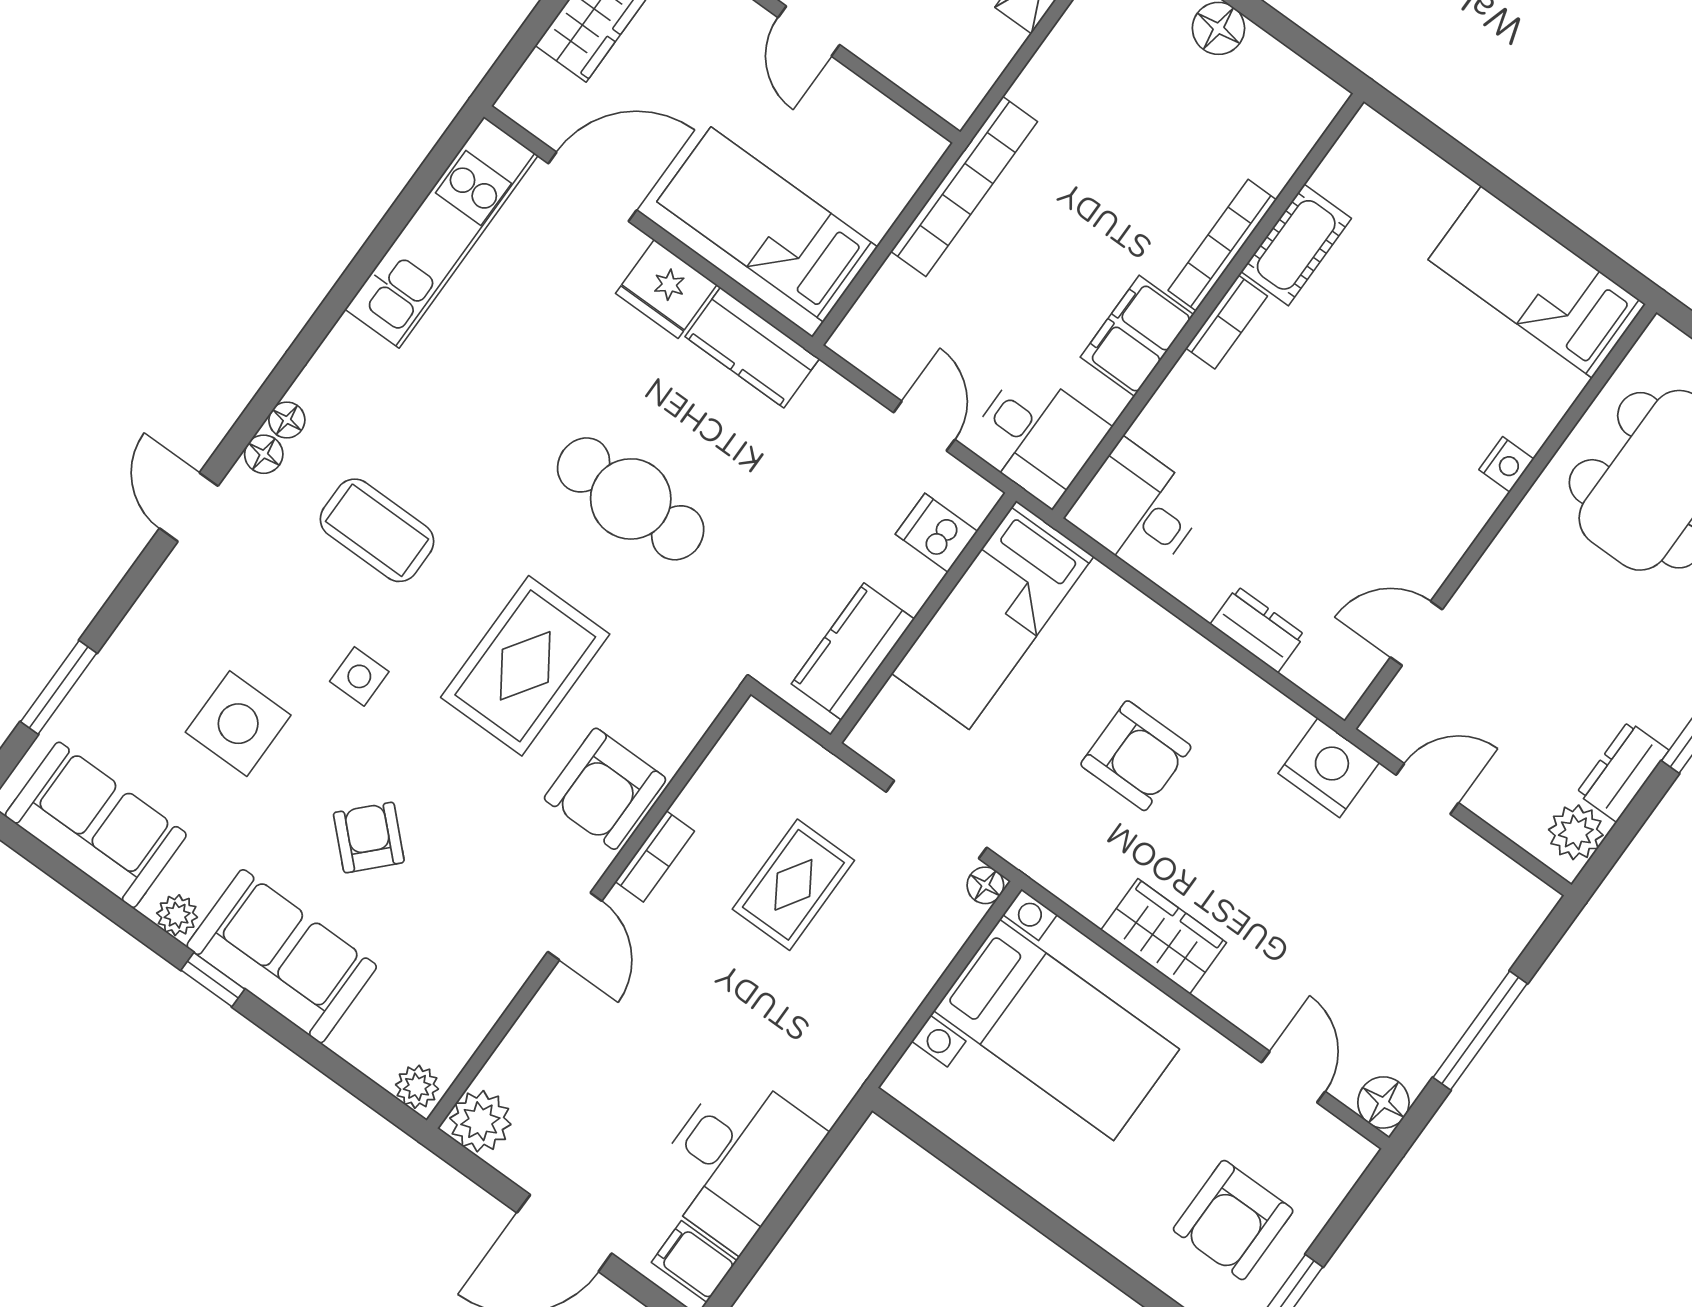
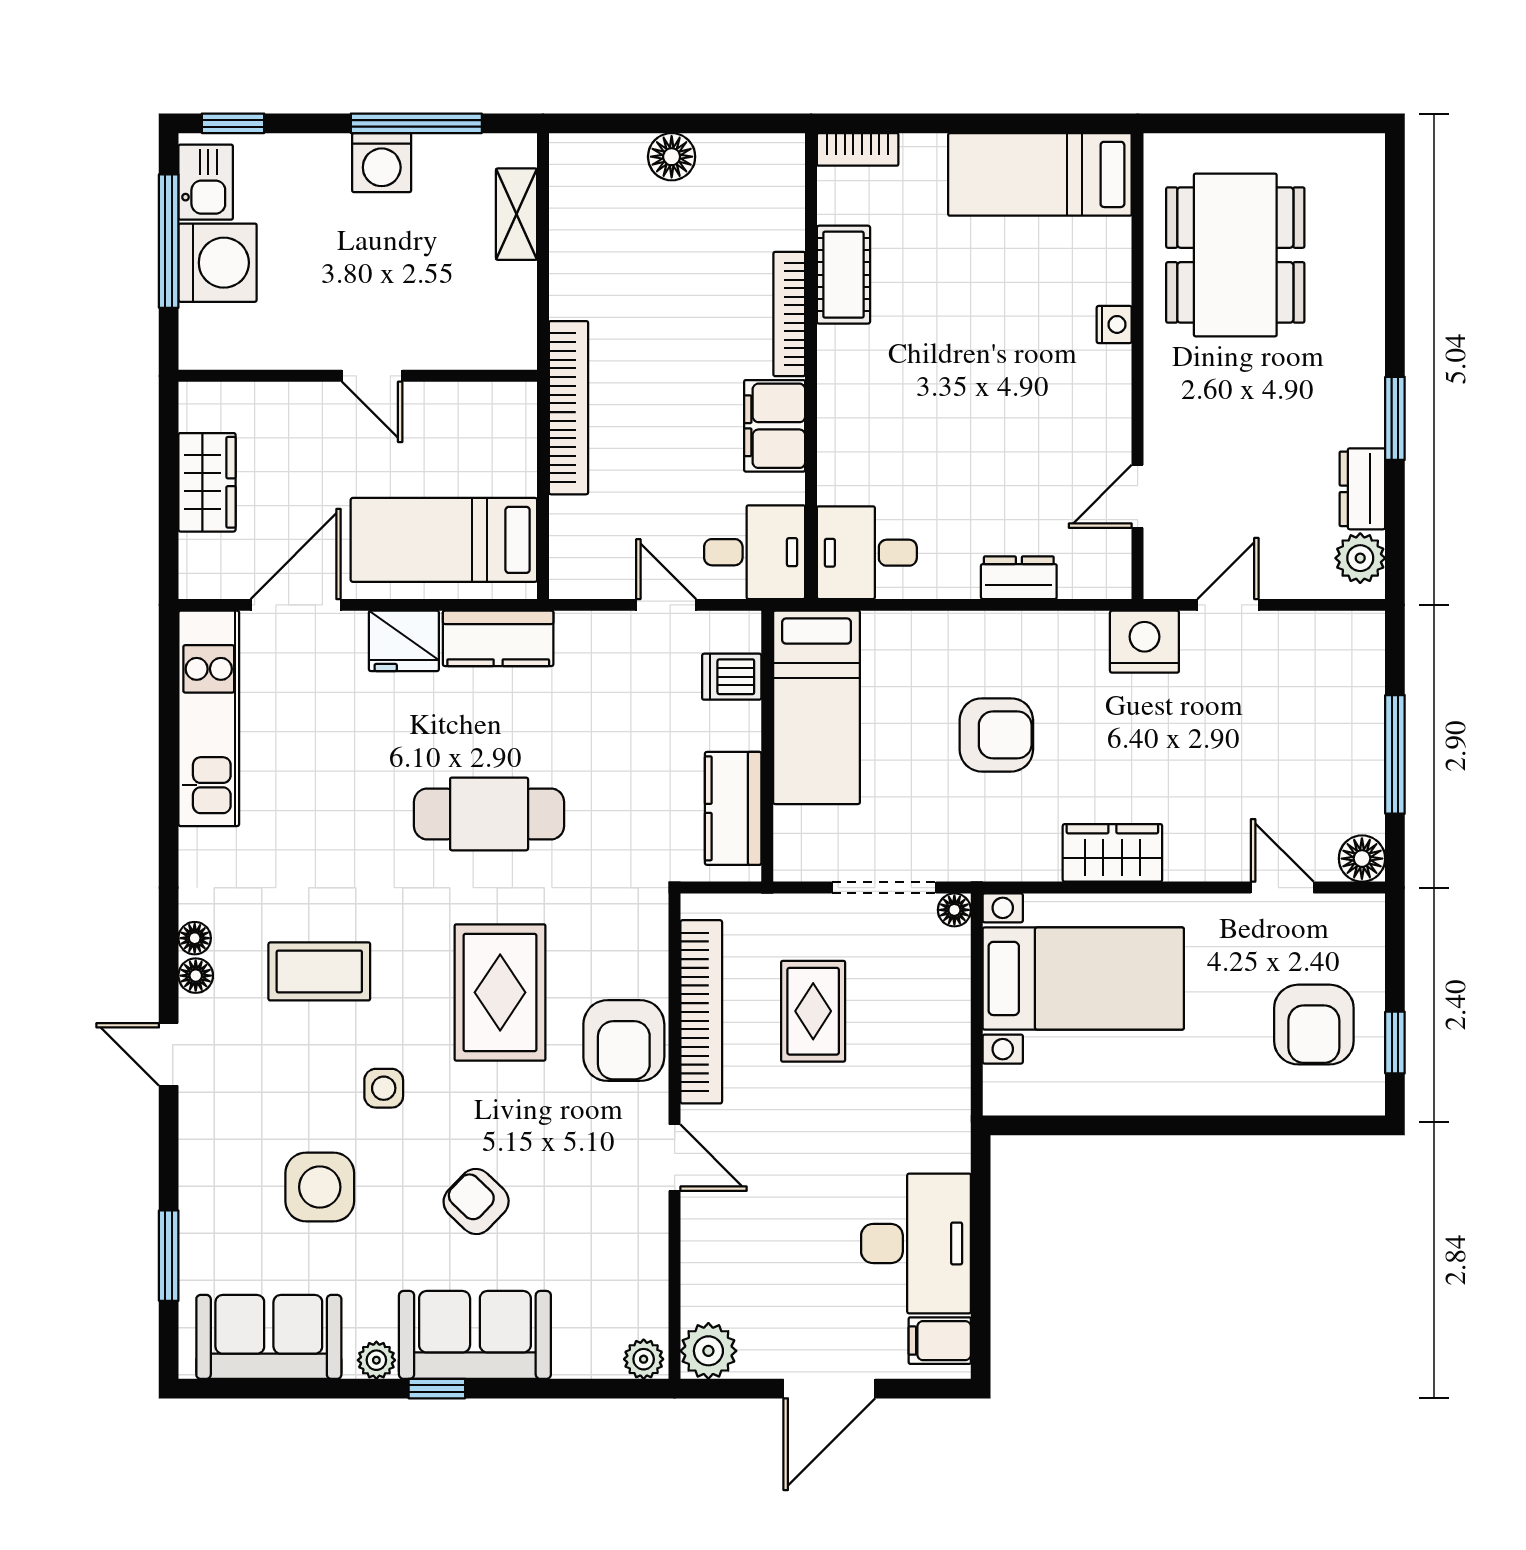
bookcase: (1227, 322) -> (858, 149), moved, turned 90
bookcase: (655, 856) -> (701, 1012), width x2.31, depth x1.31

